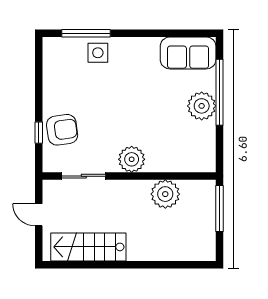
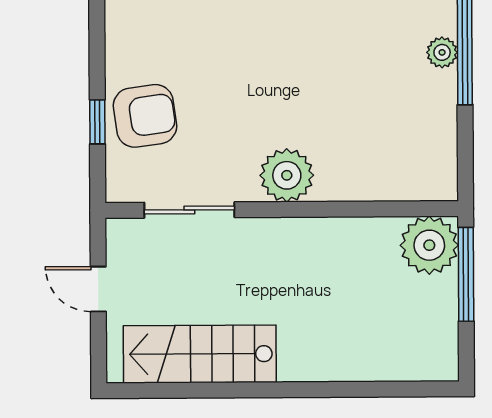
plant: (202, 106) -> (442, 52), width x0.53, depth x0.53
plant: (165, 194) -> (429, 245), moved

